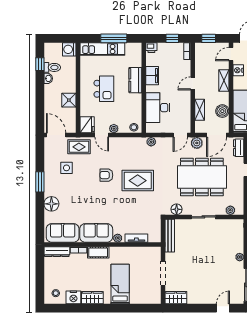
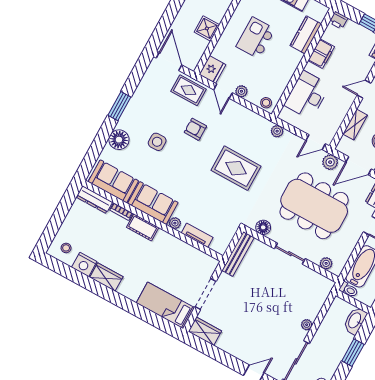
kitchen counter: (135, 80) -> (306, 35), moved
kitchen island: (104, 89) -> (256, 38), turned 180
side table: (66, 168) -> (157, 142), moved
armchair: (106, 175) -> (195, 129), moved
bed: (120, 284) -> (165, 305), moved, turned -90

